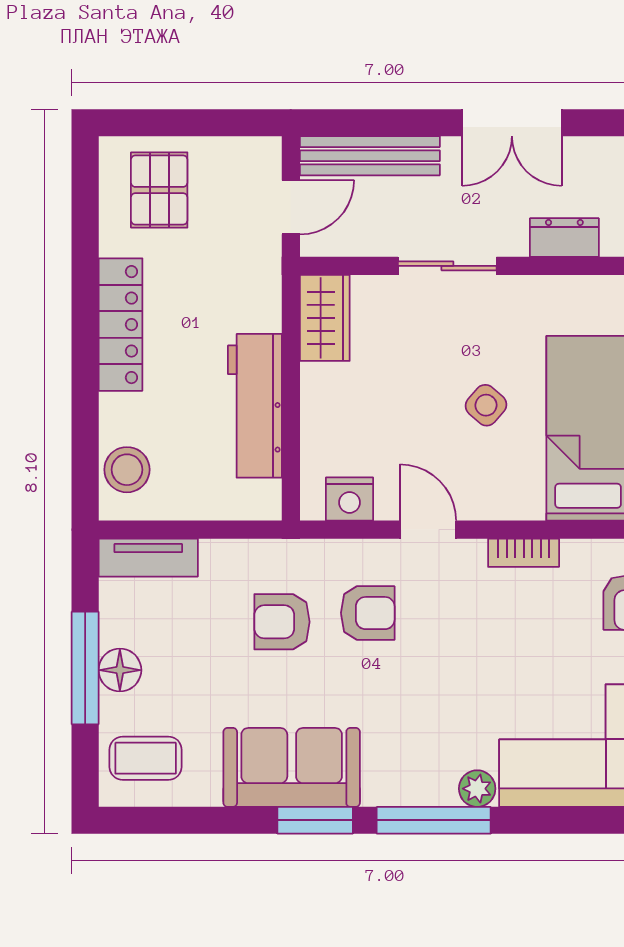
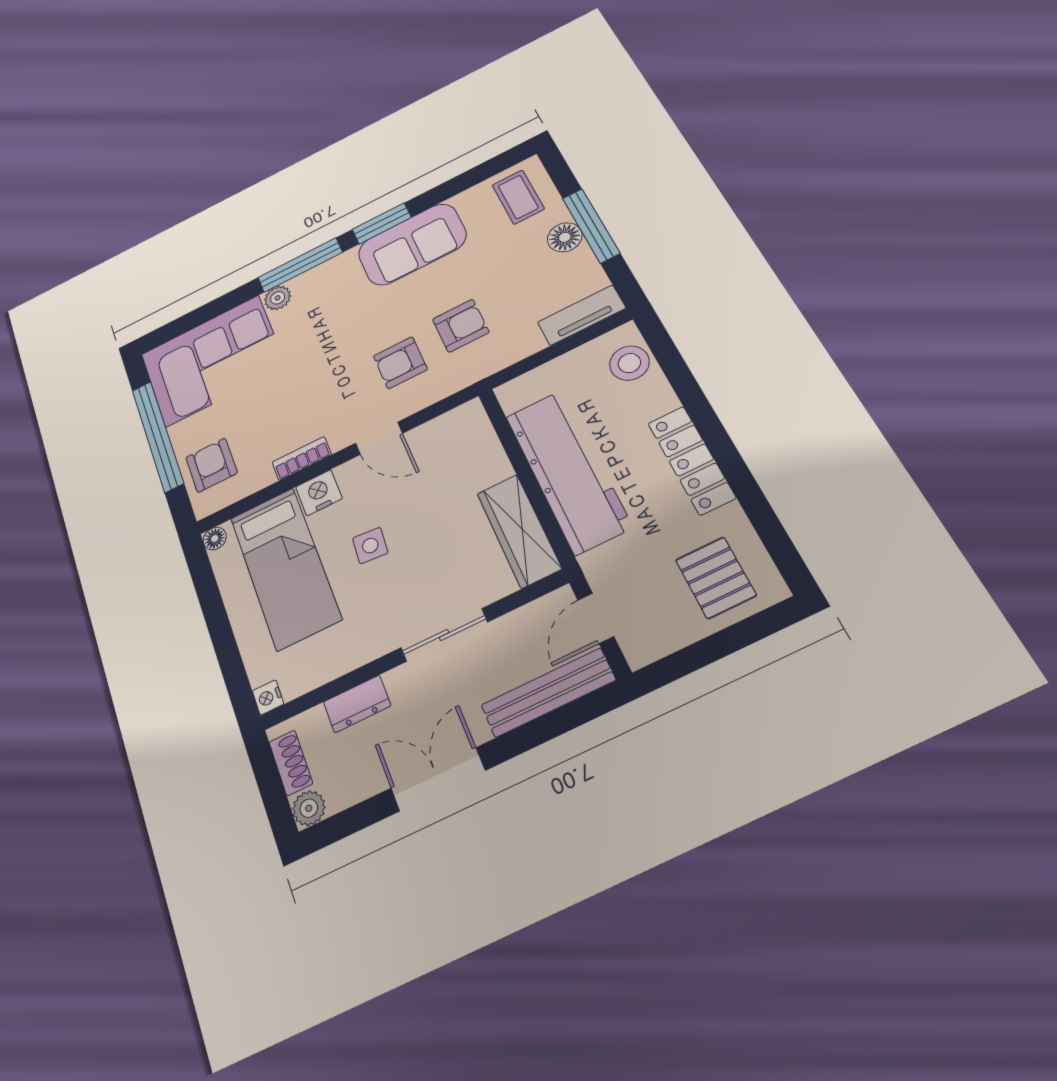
wardrobe: (325, 318) -> (519, 531), width x1.50
side table: (486, 405) -> (370, 546), turned -36
workbench: (255, 406) -> (568, 471), width x1.36, depth x1.32
nightstand: (349, 499) -> (319, 493), moved
coffee table: (146, 758) -> (518, 197), turned 90

